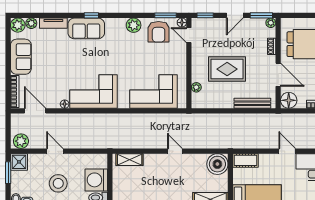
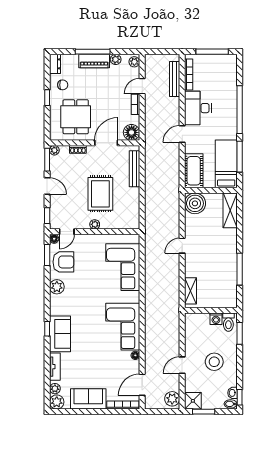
plant: (196, 87) -> (95, 224), moved
cot: (246, 160) -> (194, 171), width x1.37, depth x1.34
washing machine: (96, 180) -> (216, 319), width x0.53, depth x0.53

